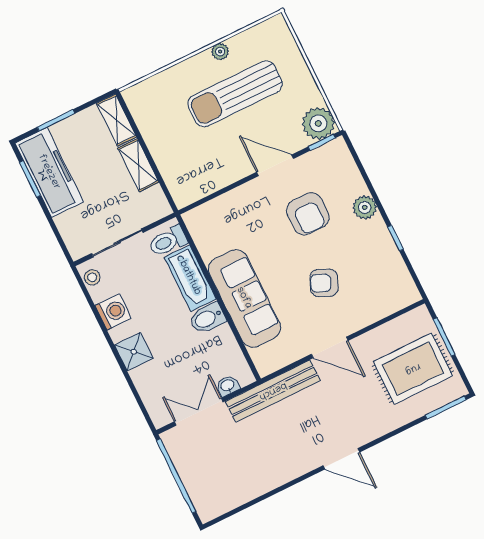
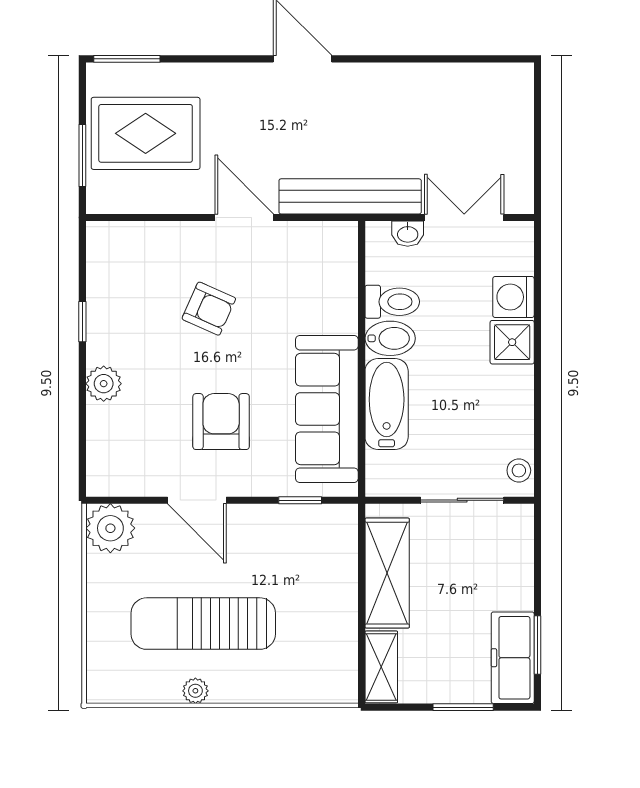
sun lounger: (235, 94) -> (203, 624), turned 180
window: (322, 142) -> (300, 500), moved
shelving: (138, 165) -> (387, 573), width x1.50, depth x1.33
freezer: (49, 172) -> (513, 658), width x0.73, depth x0.79
armchair: (308, 214) -> (221, 422), moved
toilet: (168, 241) -> (392, 302), moved
sofa: (244, 298) -> (327, 409), moved
washing machine: (113, 312) -> (513, 297), moved
double door: (199, 412) -> (464, 218), swing flipped
window: (176, 476) -> (537, 146), removed

